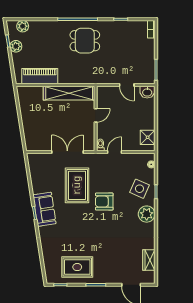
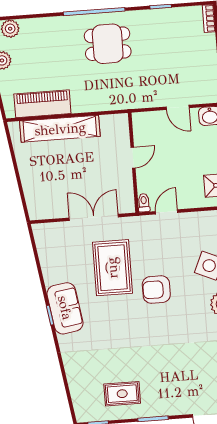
shelving: (69, 93) -> (60, 129), moved
rug: (77, 267) -> (122, 394), width x0.73, depth x0.70

